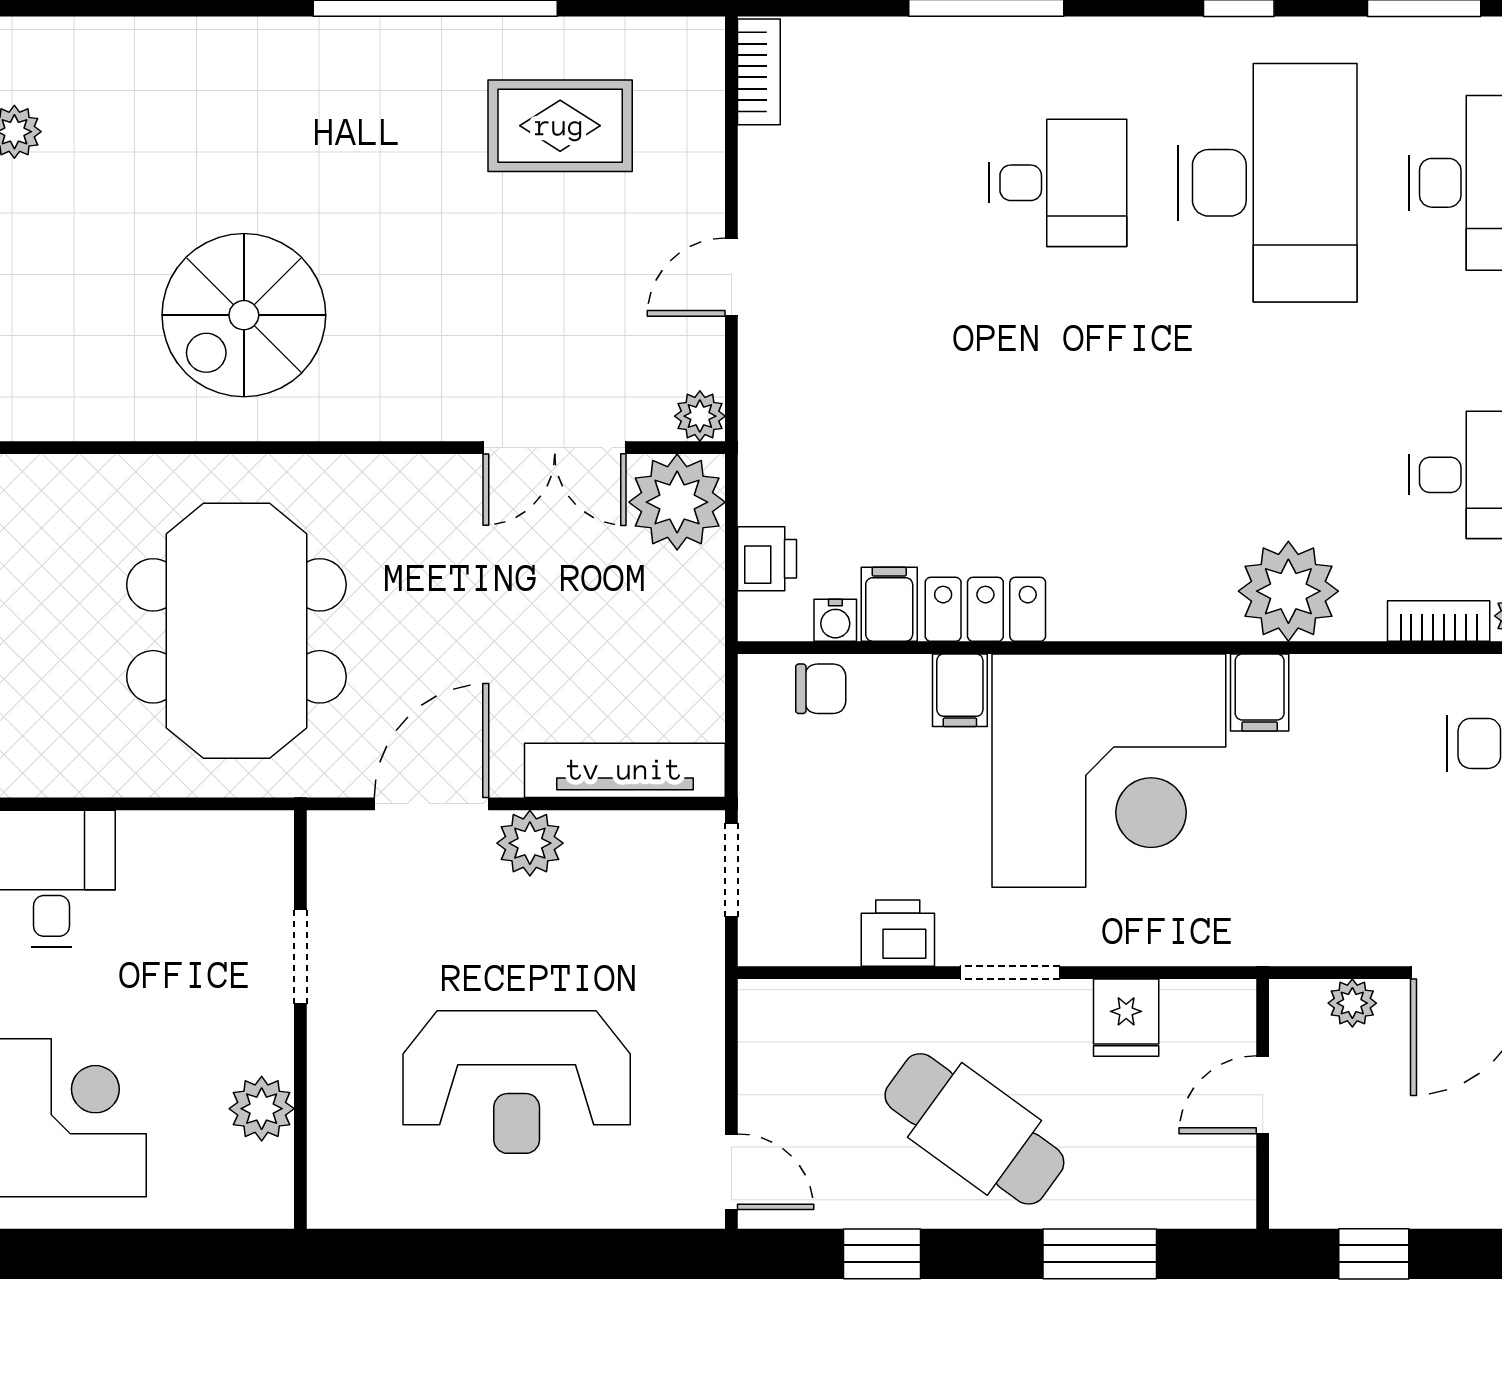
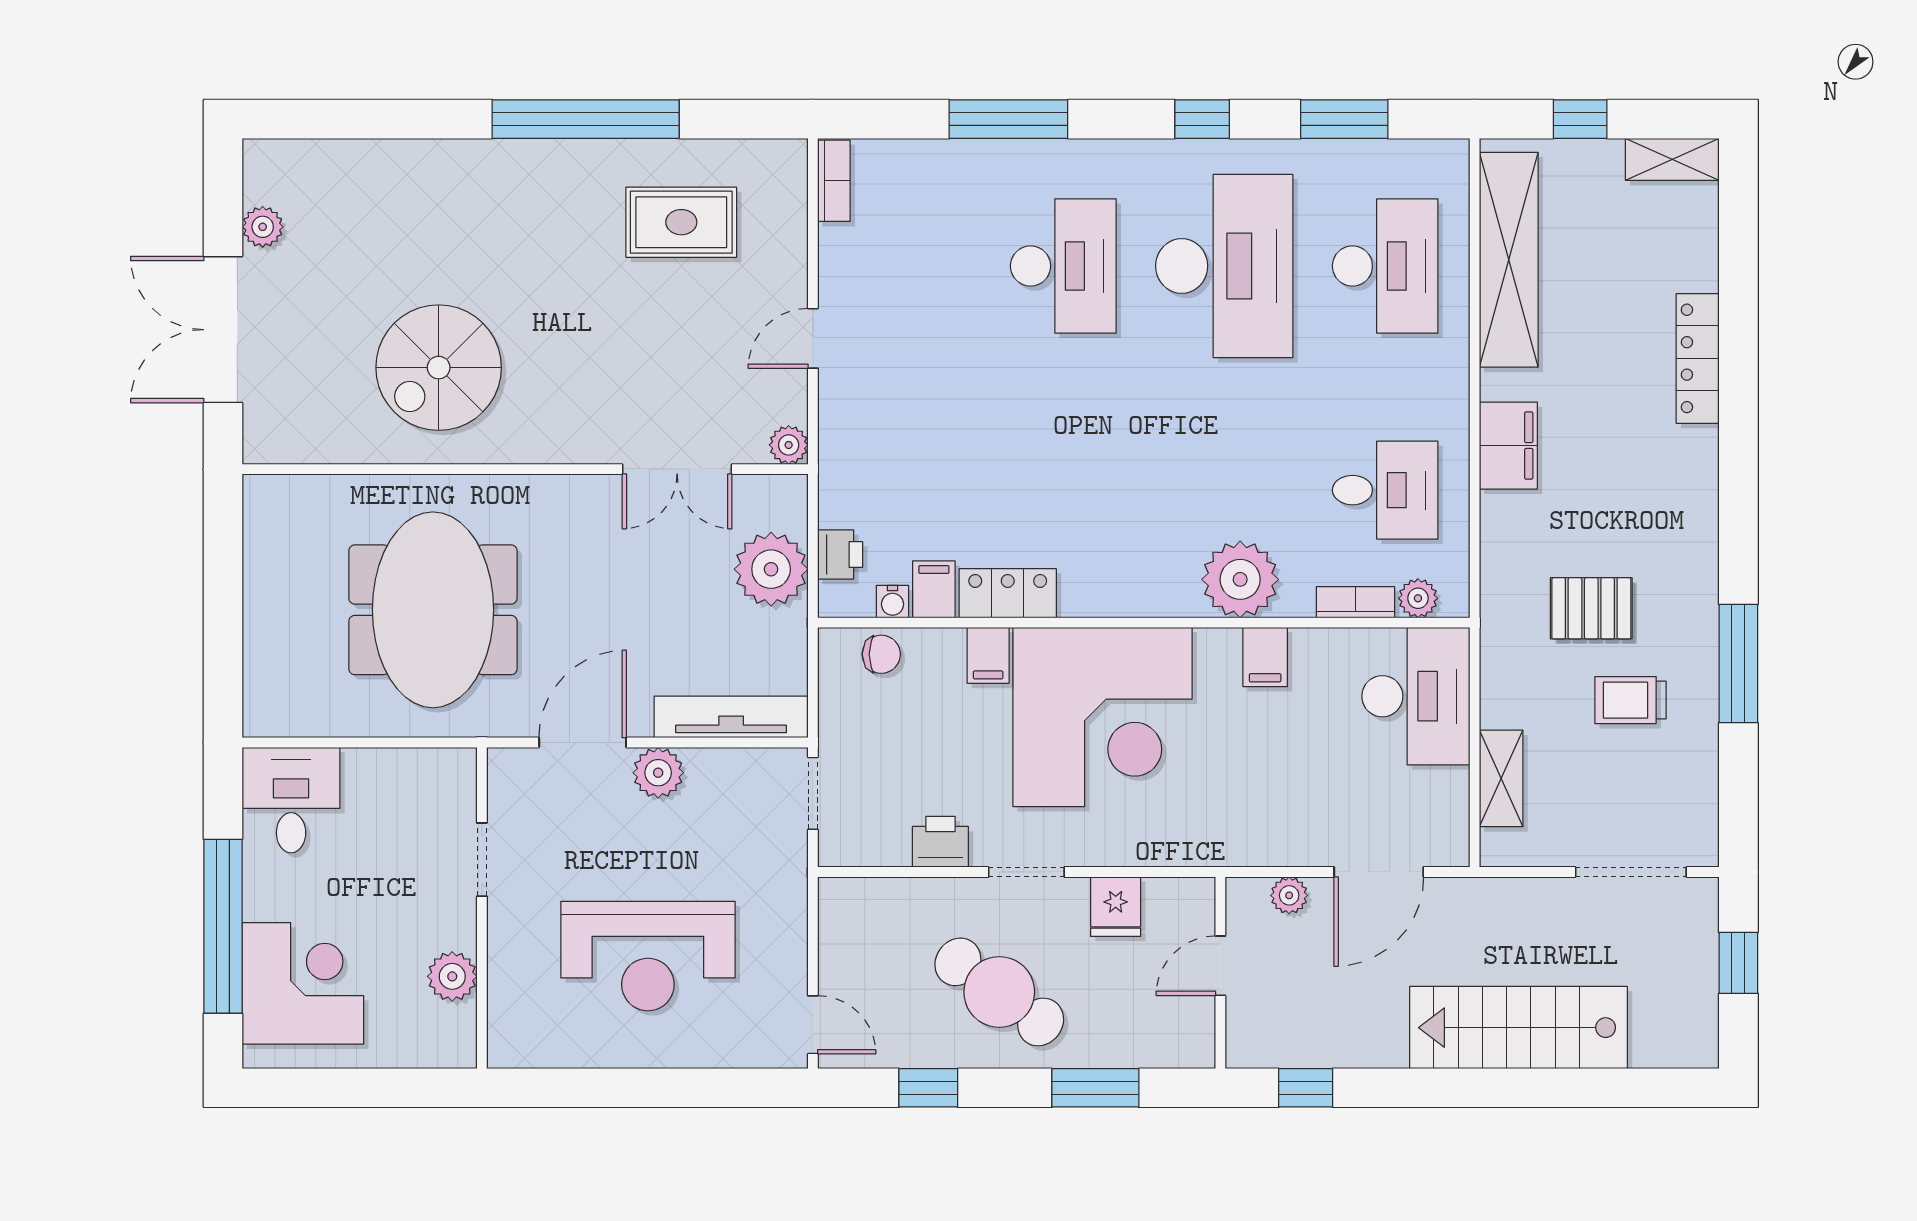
desk: (1058, 183) -> (1063, 266), width x1.37
plant: (677, 502) -> (771, 569), moved
filing cabinet: (1260, 692) -> (1265, 657), moved

